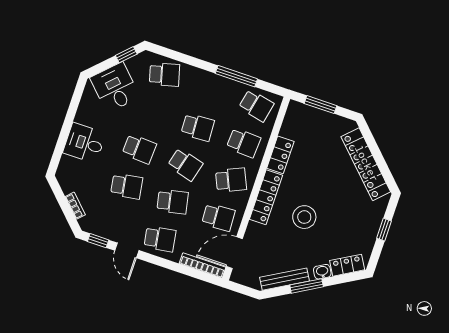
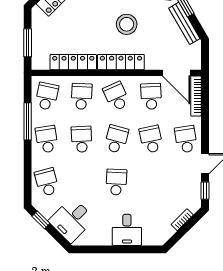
locker: (280, 155) -> (73, 62), width x1.53
school desk: (127, 186) -> (47, 139), moved

